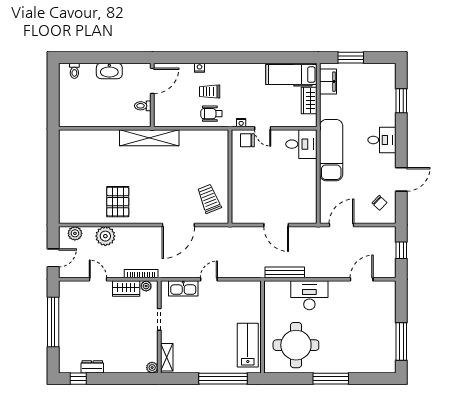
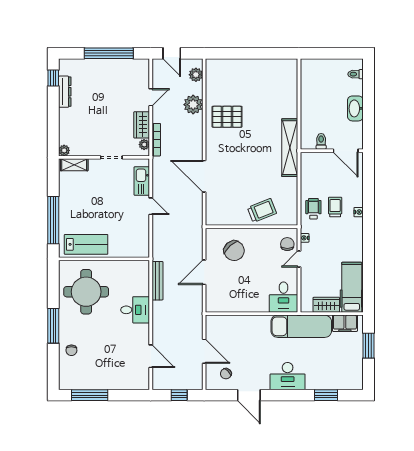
nightstand: (200, 68) -> (359, 212), moved
desk: (382, 140) -> (288, 376), width x1.37
exam couch: (331, 150) -> (301, 326), moved
chair: (254, 194) -> (234, 251), added
trolley: (209, 199) -> (262, 210), moved
door: (341, 225) -> (204, 351), moved
desk: (309, 295) -> (135, 310), width x0.73
chair: (356, 360) -> (71, 350), added
dresser: (92, 367) -> (65, 92), width x1.44

